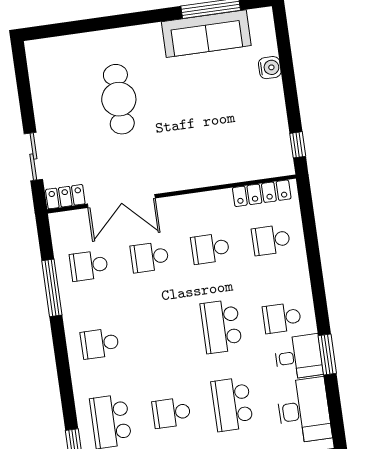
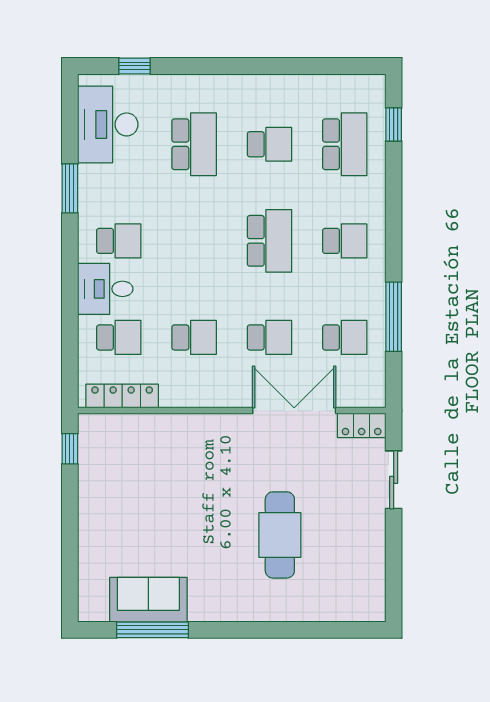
sofa: (206, 34) -> (148, 600), width x0.73
water cooler: (270, 68) -> (91, 548), removed
school desk: (221, 326) -> (269, 241), moved
desk: (298, 357) -> (105, 289), moved

